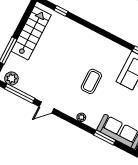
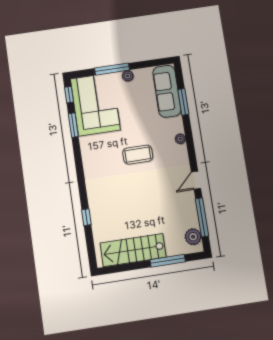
window: (61, 11) -> (86, 217), moved
door: (47, 107) -> (196, 180), swing flipped

